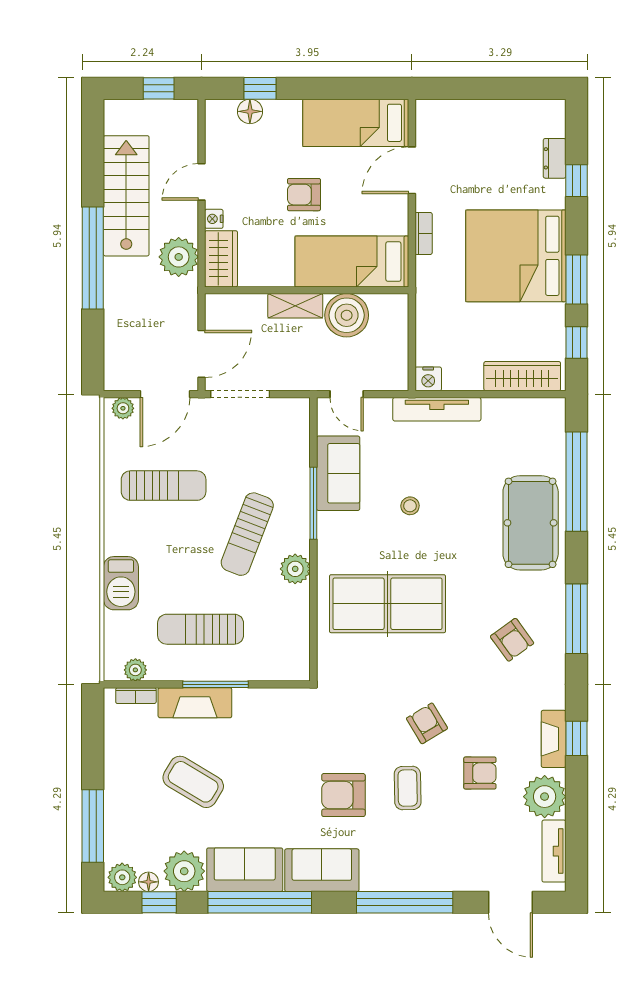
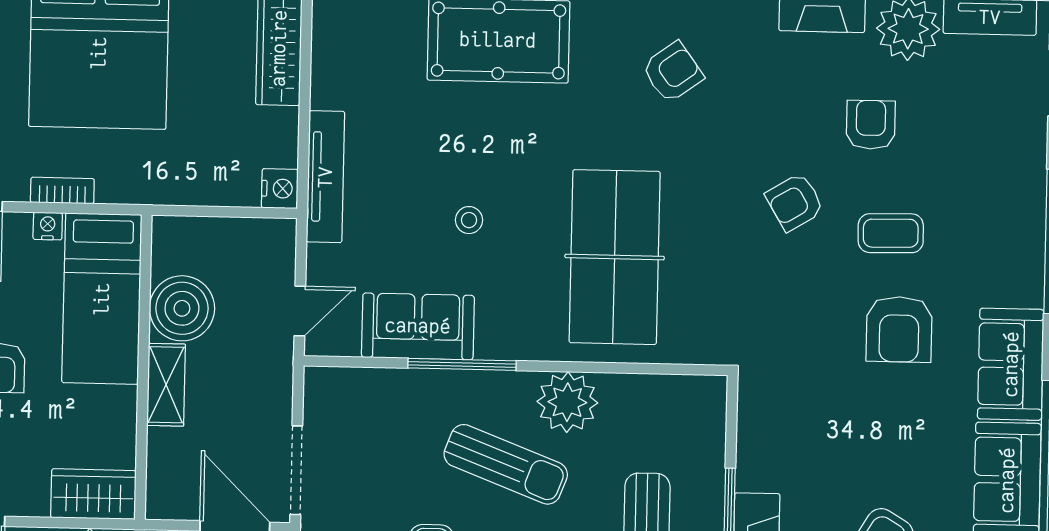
nightstand: (214, 219) -> (48, 226), moved, turned 180
plant: (295, 569) -> (567, 402), width x1.36, depth x1.36

